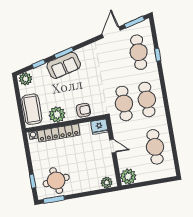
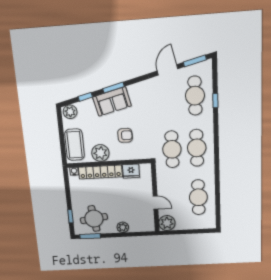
armchair: (83, 110) -> (125, 135), moved
fridge: (99, 127) -> (131, 171), moved
door: (113, 146) -> (156, 203), moved
plant: (107, 182) -> (123, 227), moved

